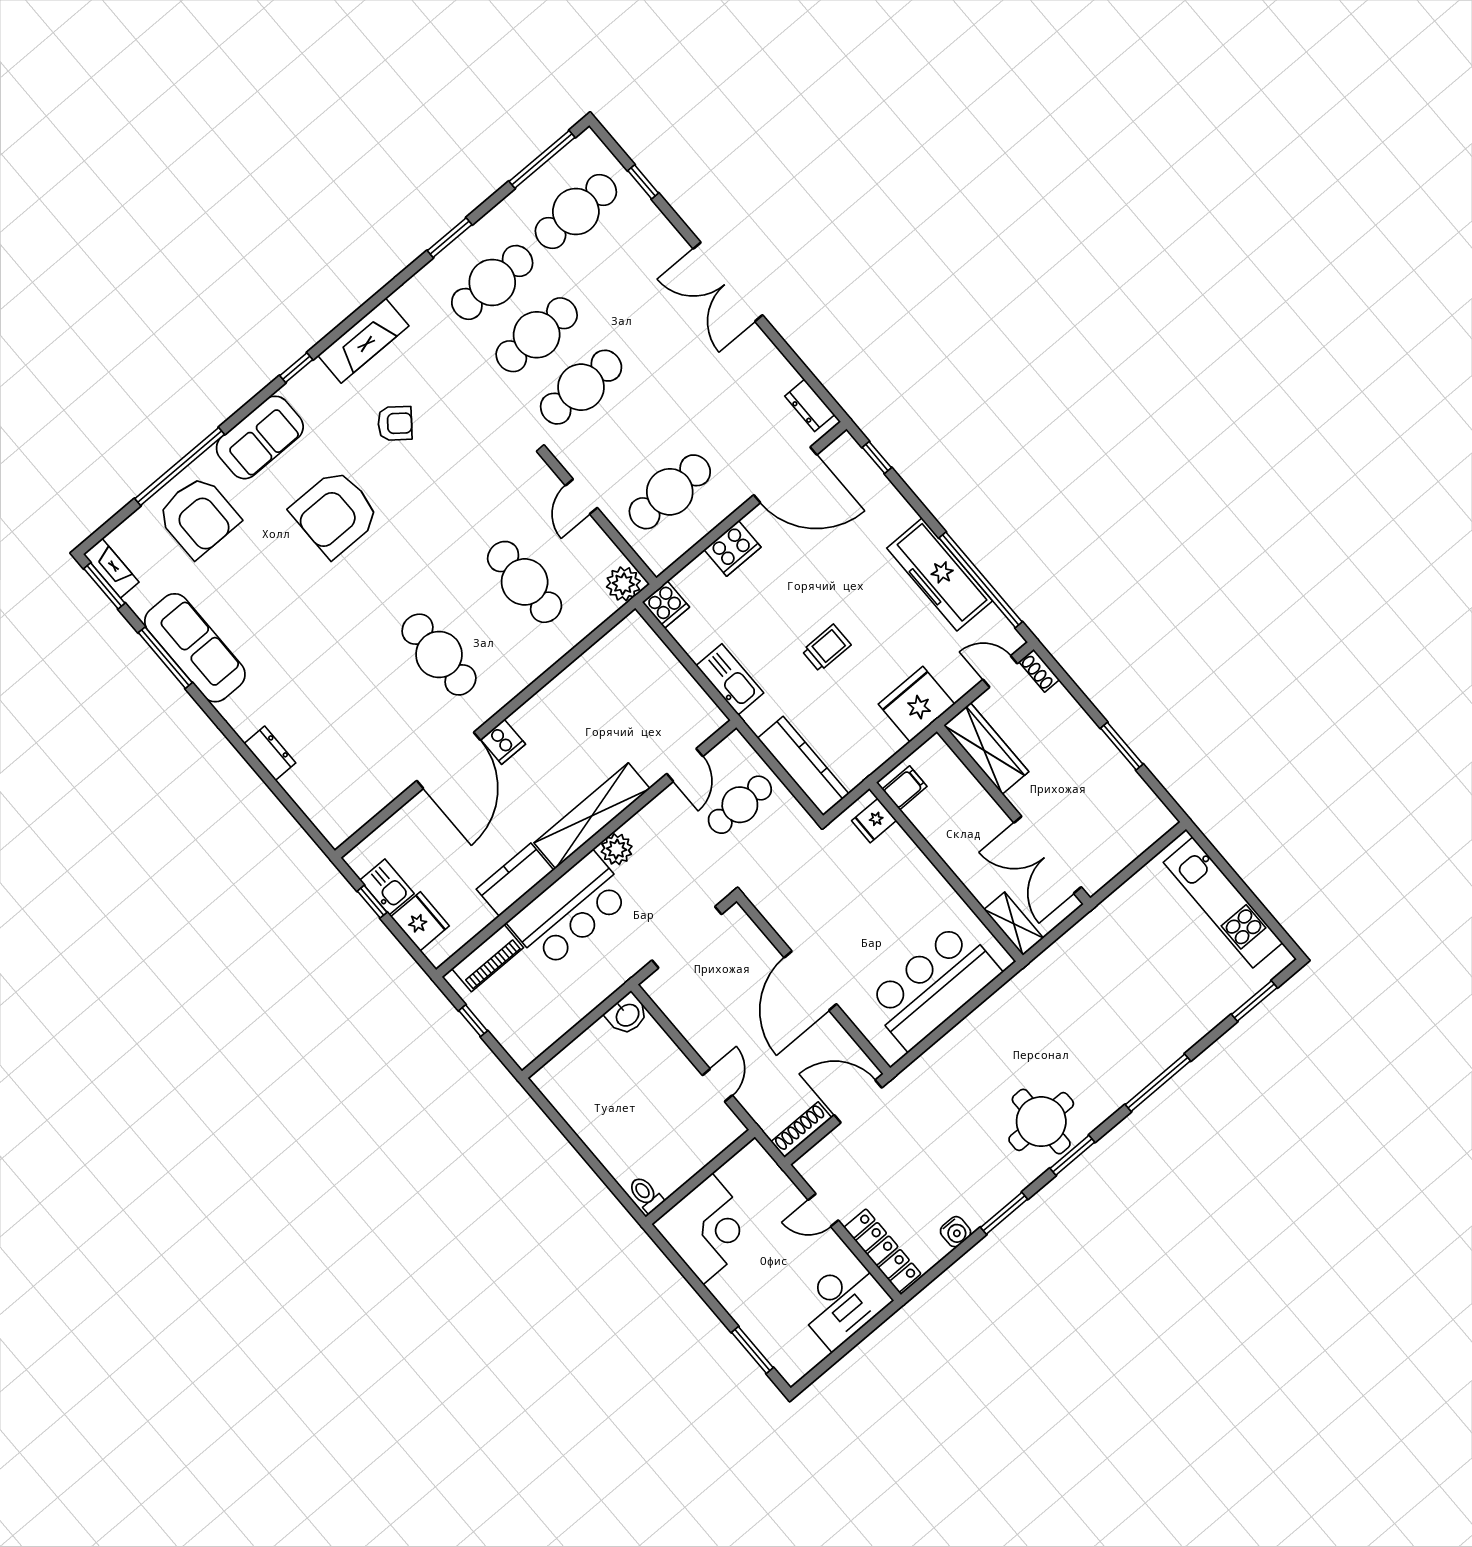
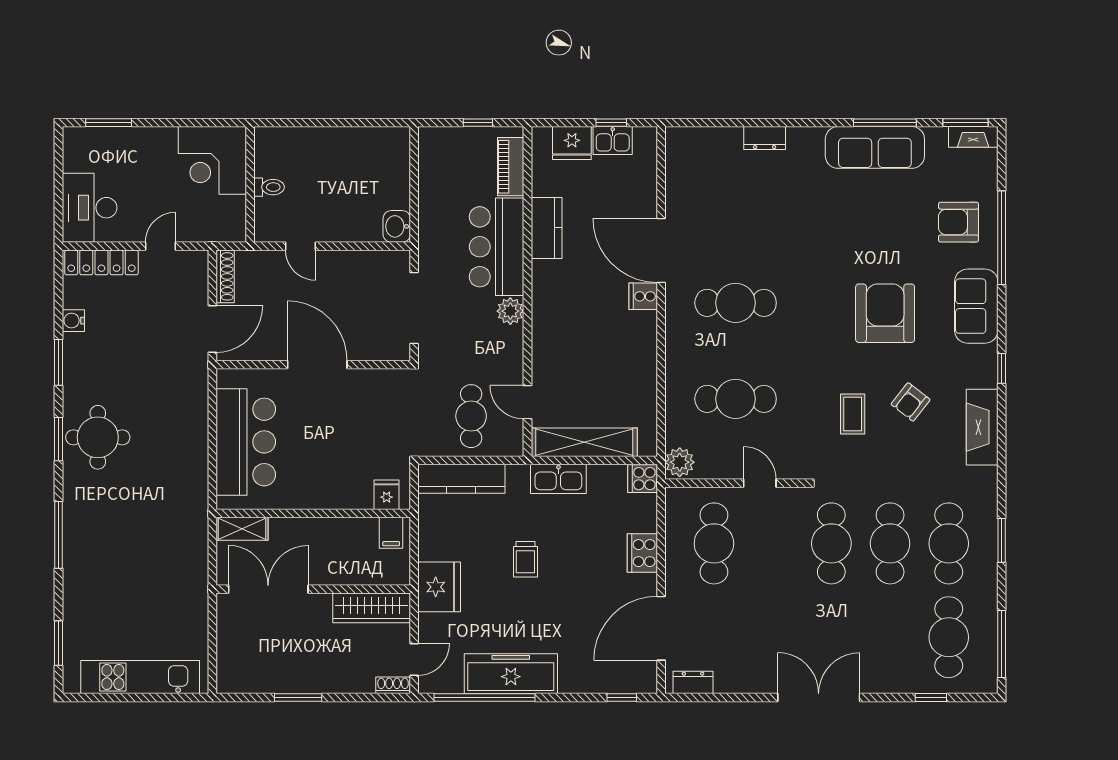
coffee table: (449, 466) -> (853, 414), added
armchair: (198, 517) -> (959, 222), width x0.73, depth x0.73
shelving: (592, 816) -> (584, 442), moved, turned 90
toilet: (646, 1194) -> (269, 187), moved

